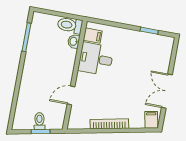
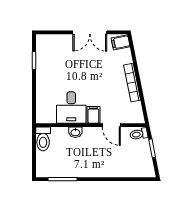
filing cabinet: (93, 36) -> (93, 115), moved
washbasin: (74, 41) -> (75, 132), moved
toilet: (39, 121) -> (139, 134), moved

